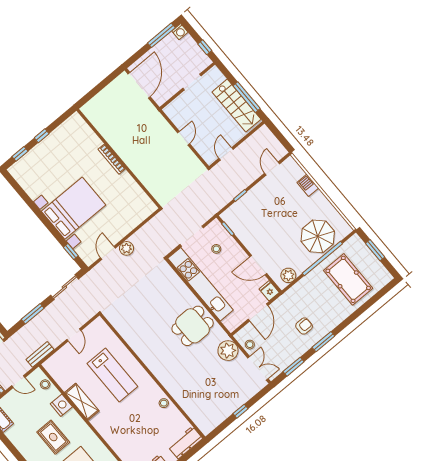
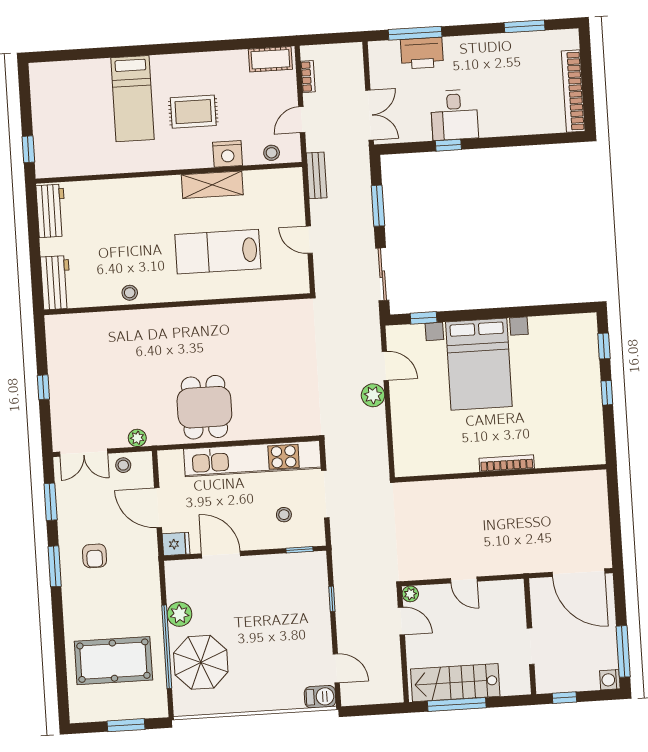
plant: (210, 159) -> (410, 594), added
barbecue: (308, 185) -> (320, 697), moved
door: (258, 265) -> (221, 555), hinge flipped
plant: (288, 275) -> (179, 614), moved
plant: (228, 351) -> (137, 438), width x0.53, depth x0.53

